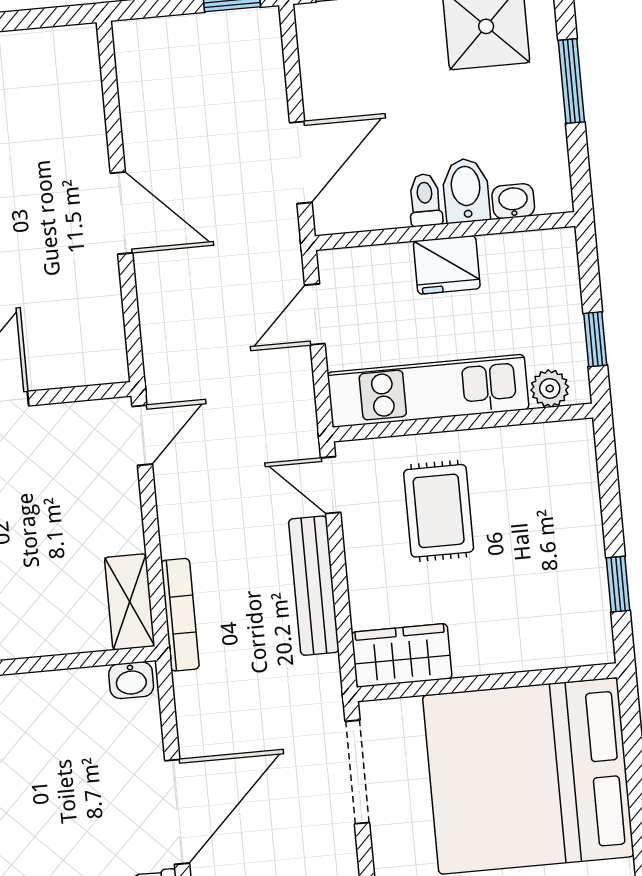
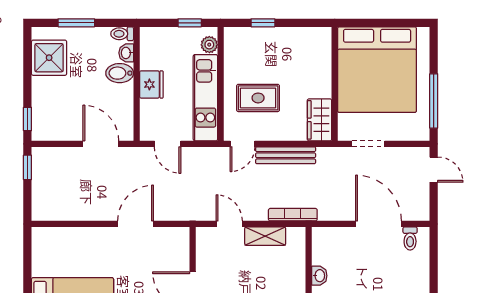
toilet: (425, 200) -> (122, 34), moved
door: (122, 213) -> (136, 224), moved
door: (142, 435) -> (229, 224), moved
window: (618, 584) -> (263, 23), moved
shelving: (130, 602) -> (265, 236), moved
washbasin: (131, 680) -> (319, 276), moved
doorway: (357, 772) -> (368, 144), width x0.73

